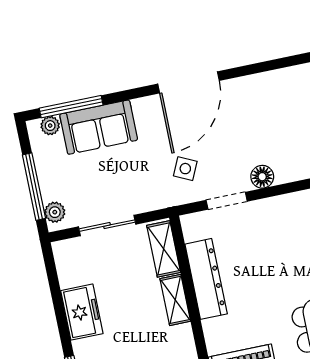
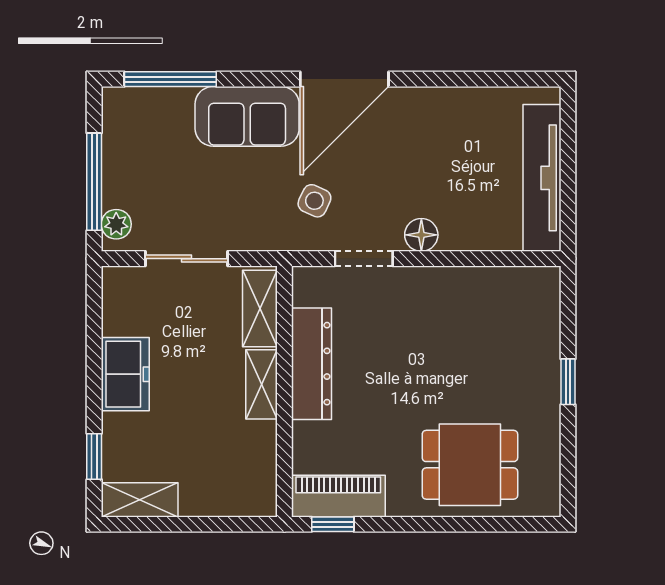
plant: (50, 126) -> (135, 100), removed
sofa: (99, 127) -> (247, 116), moved

